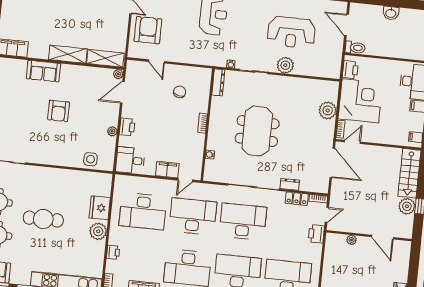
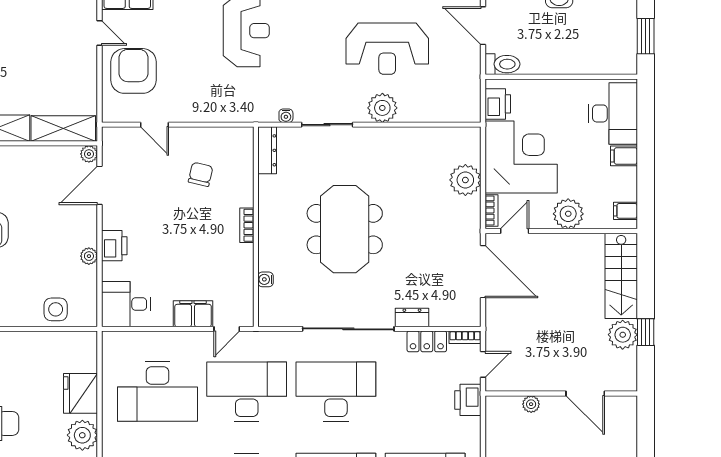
plant: (383, 135) -> (568, 214), added

